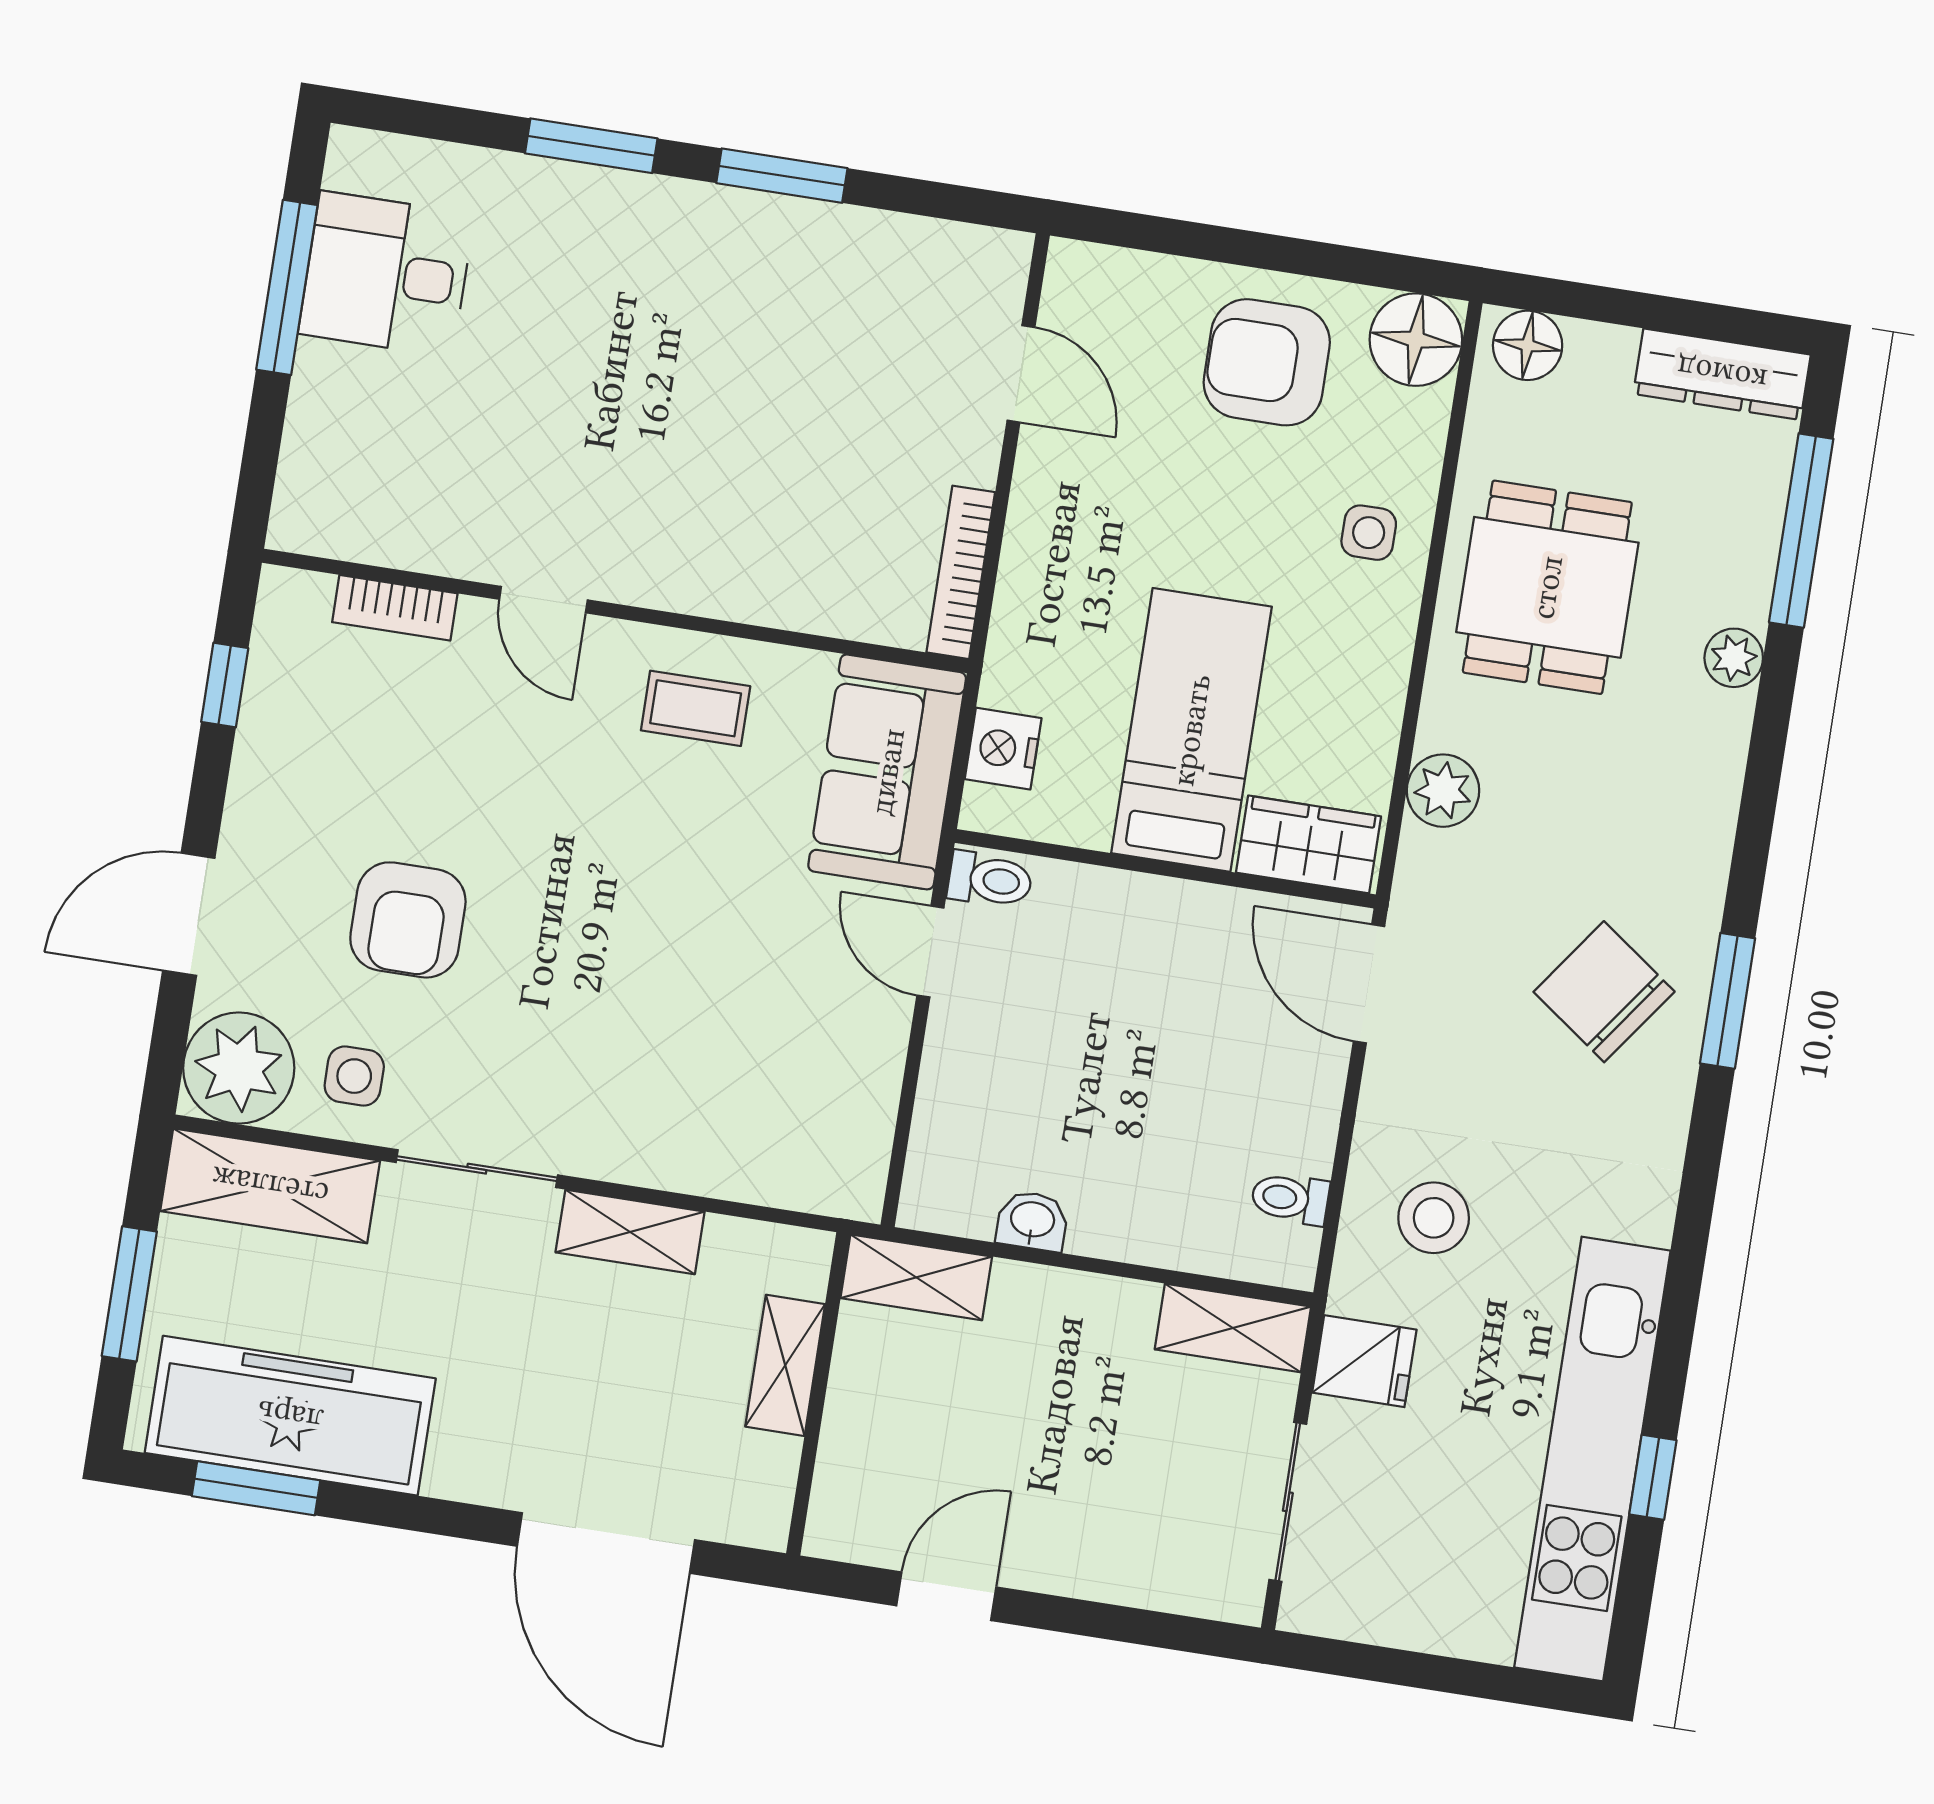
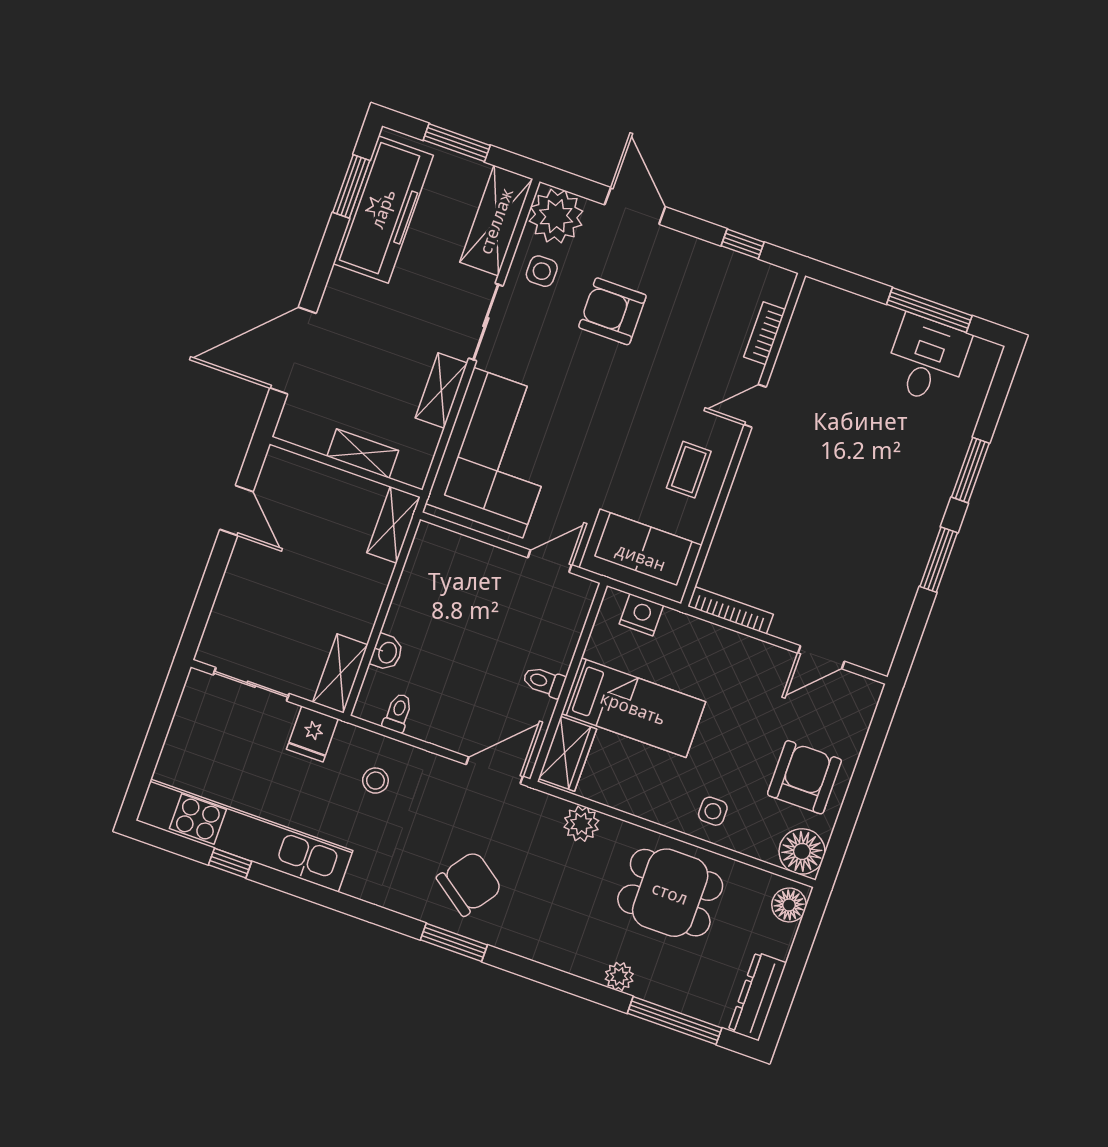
toilet: (990, 880) -> (544, 682), moved, turned 90
corner sofa: (733, 1095) -> (498, 453), added
stool: (1434, 1218) -> (375, 781), width x0.73, depth x0.73
washbasin: (1032, 1221) -> (387, 652), moved

